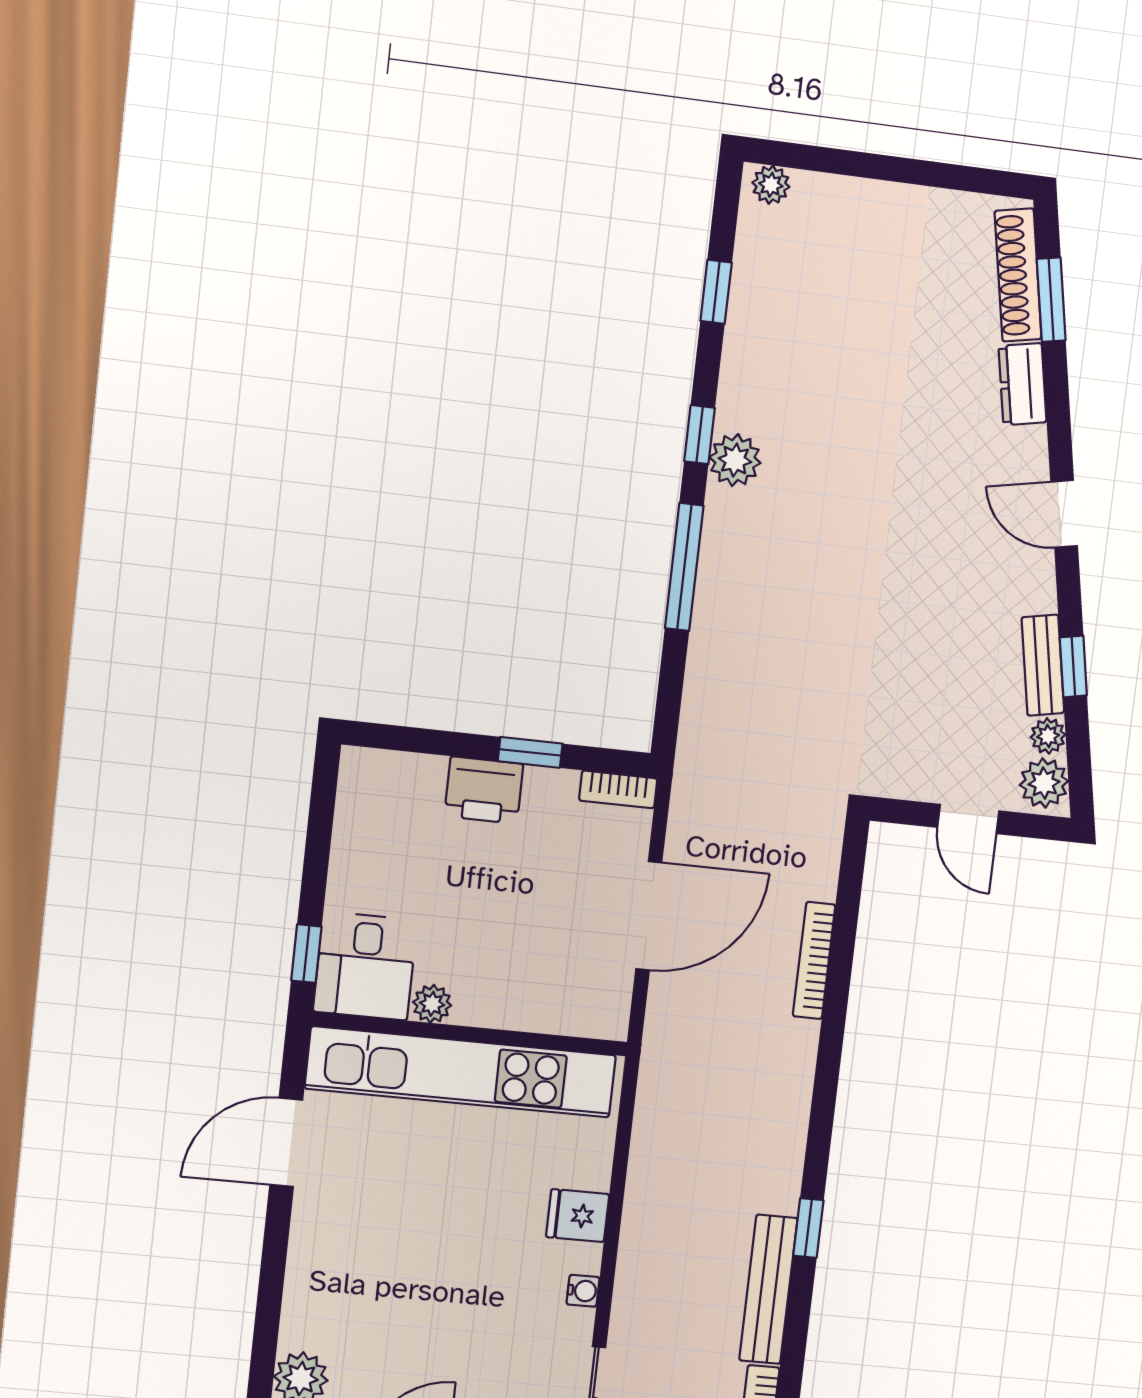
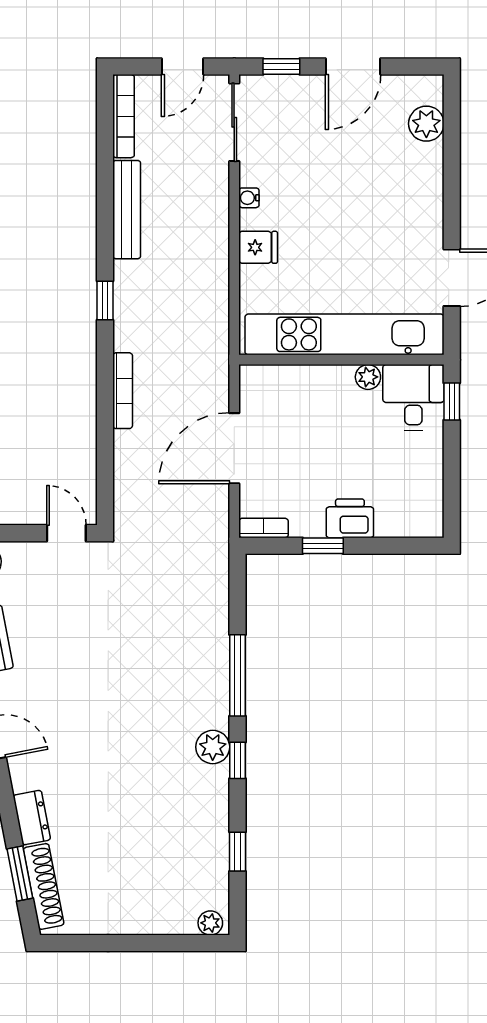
door: (968, 819) -> (66, 533), moved
bookcase: (814, 960) -> (123, 391), moved
window: (808, 1228) -> (105, 301), moved

